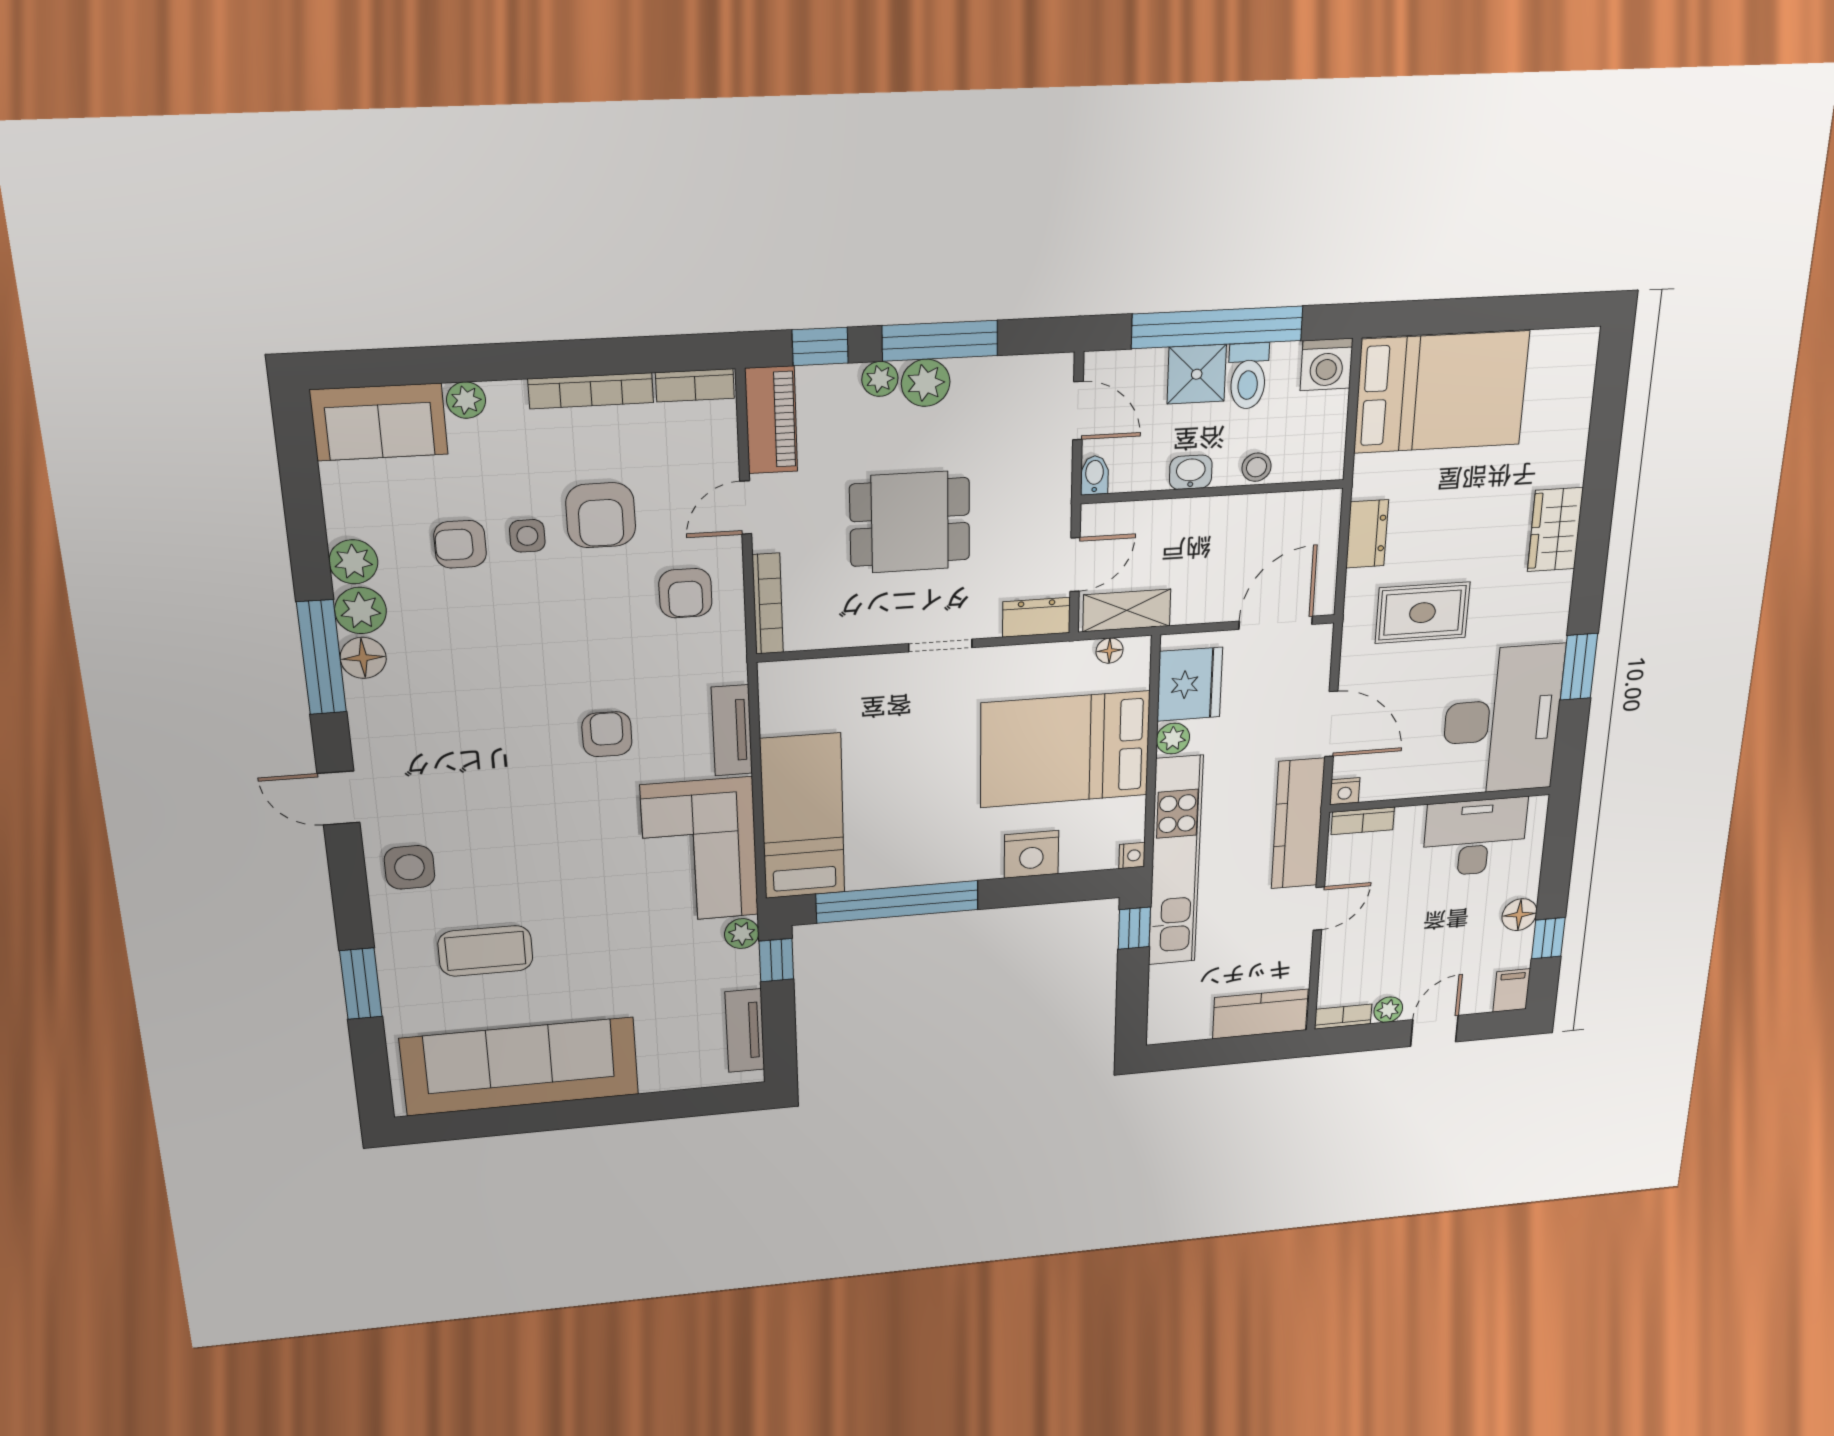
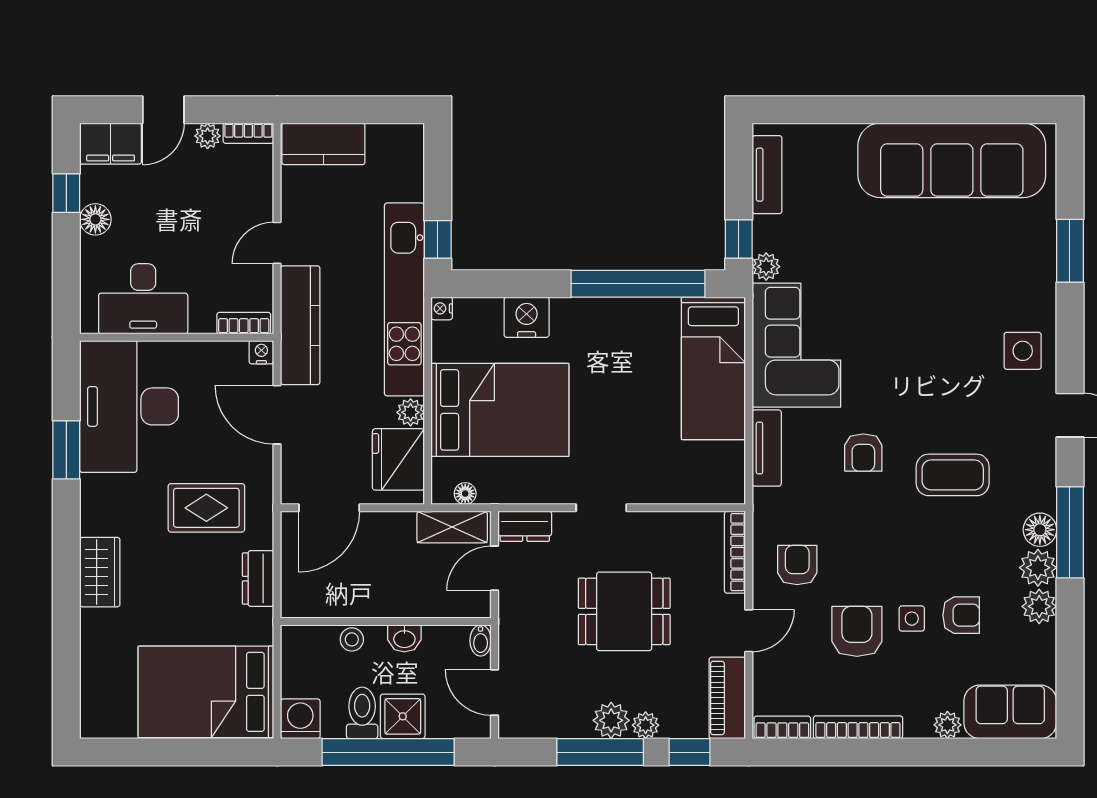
coffee table: (485, 951) -> (953, 475), moved
filing cabinet: (1512, 990) -> (111, 144), width x2.00

